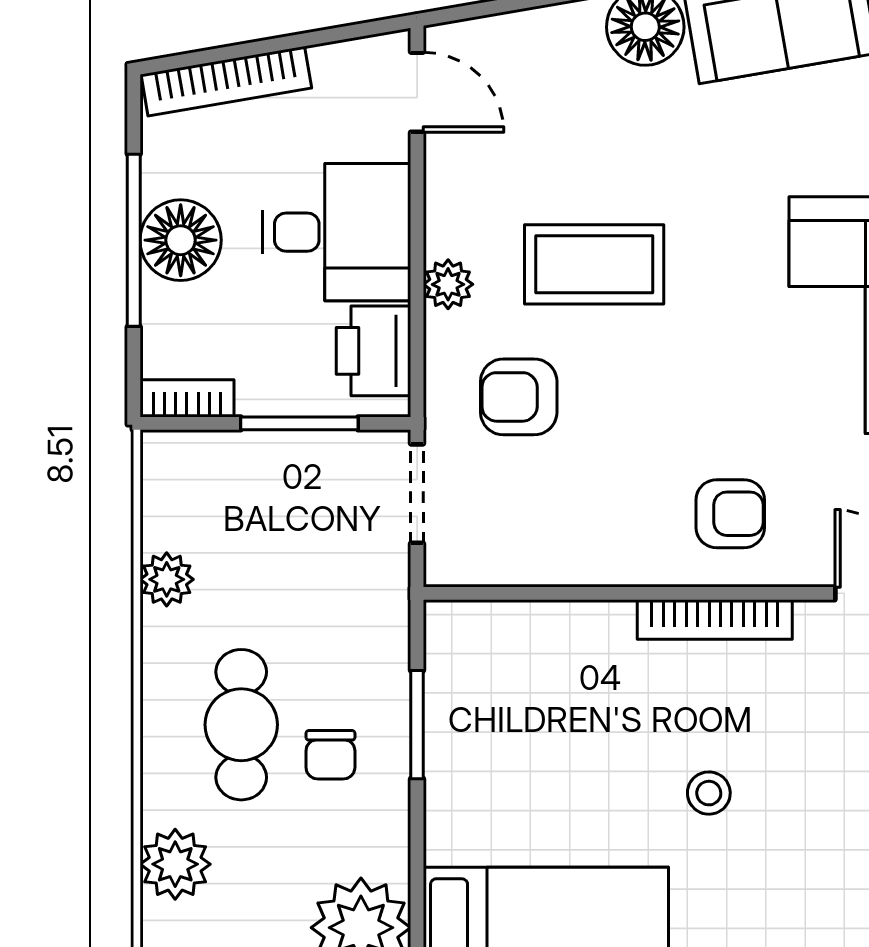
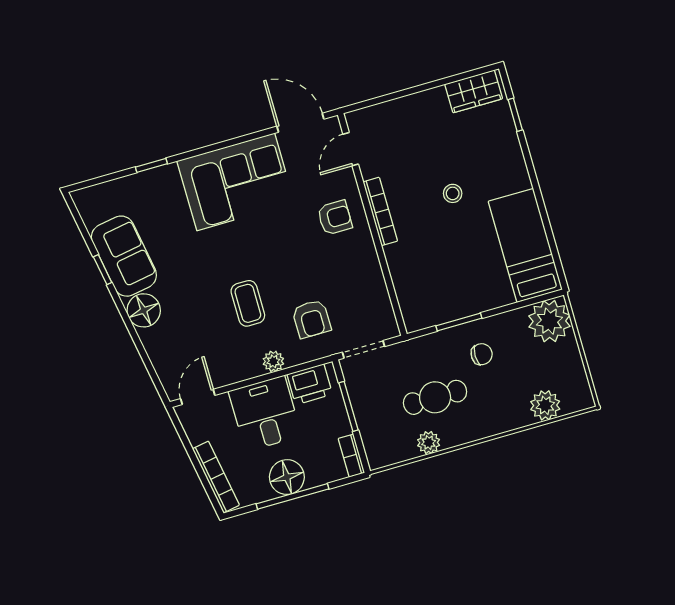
coffee table: (594, 264) -> (248, 303), width x0.73, depth x0.77
armchair: (730, 514) -> (335, 218), turned 90
cafe table: (241, 725) -> (435, 397), moved

